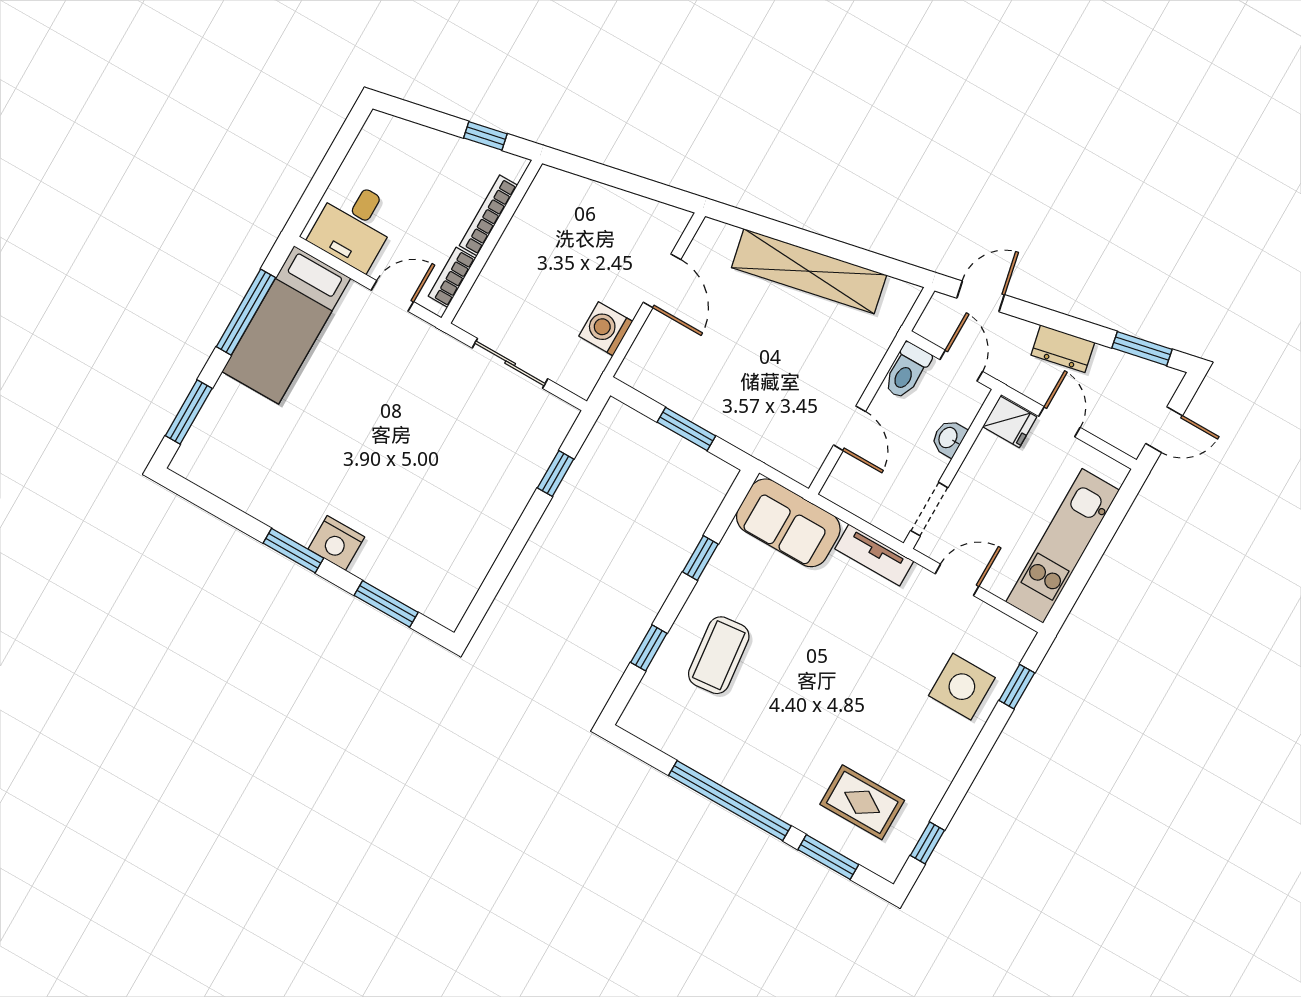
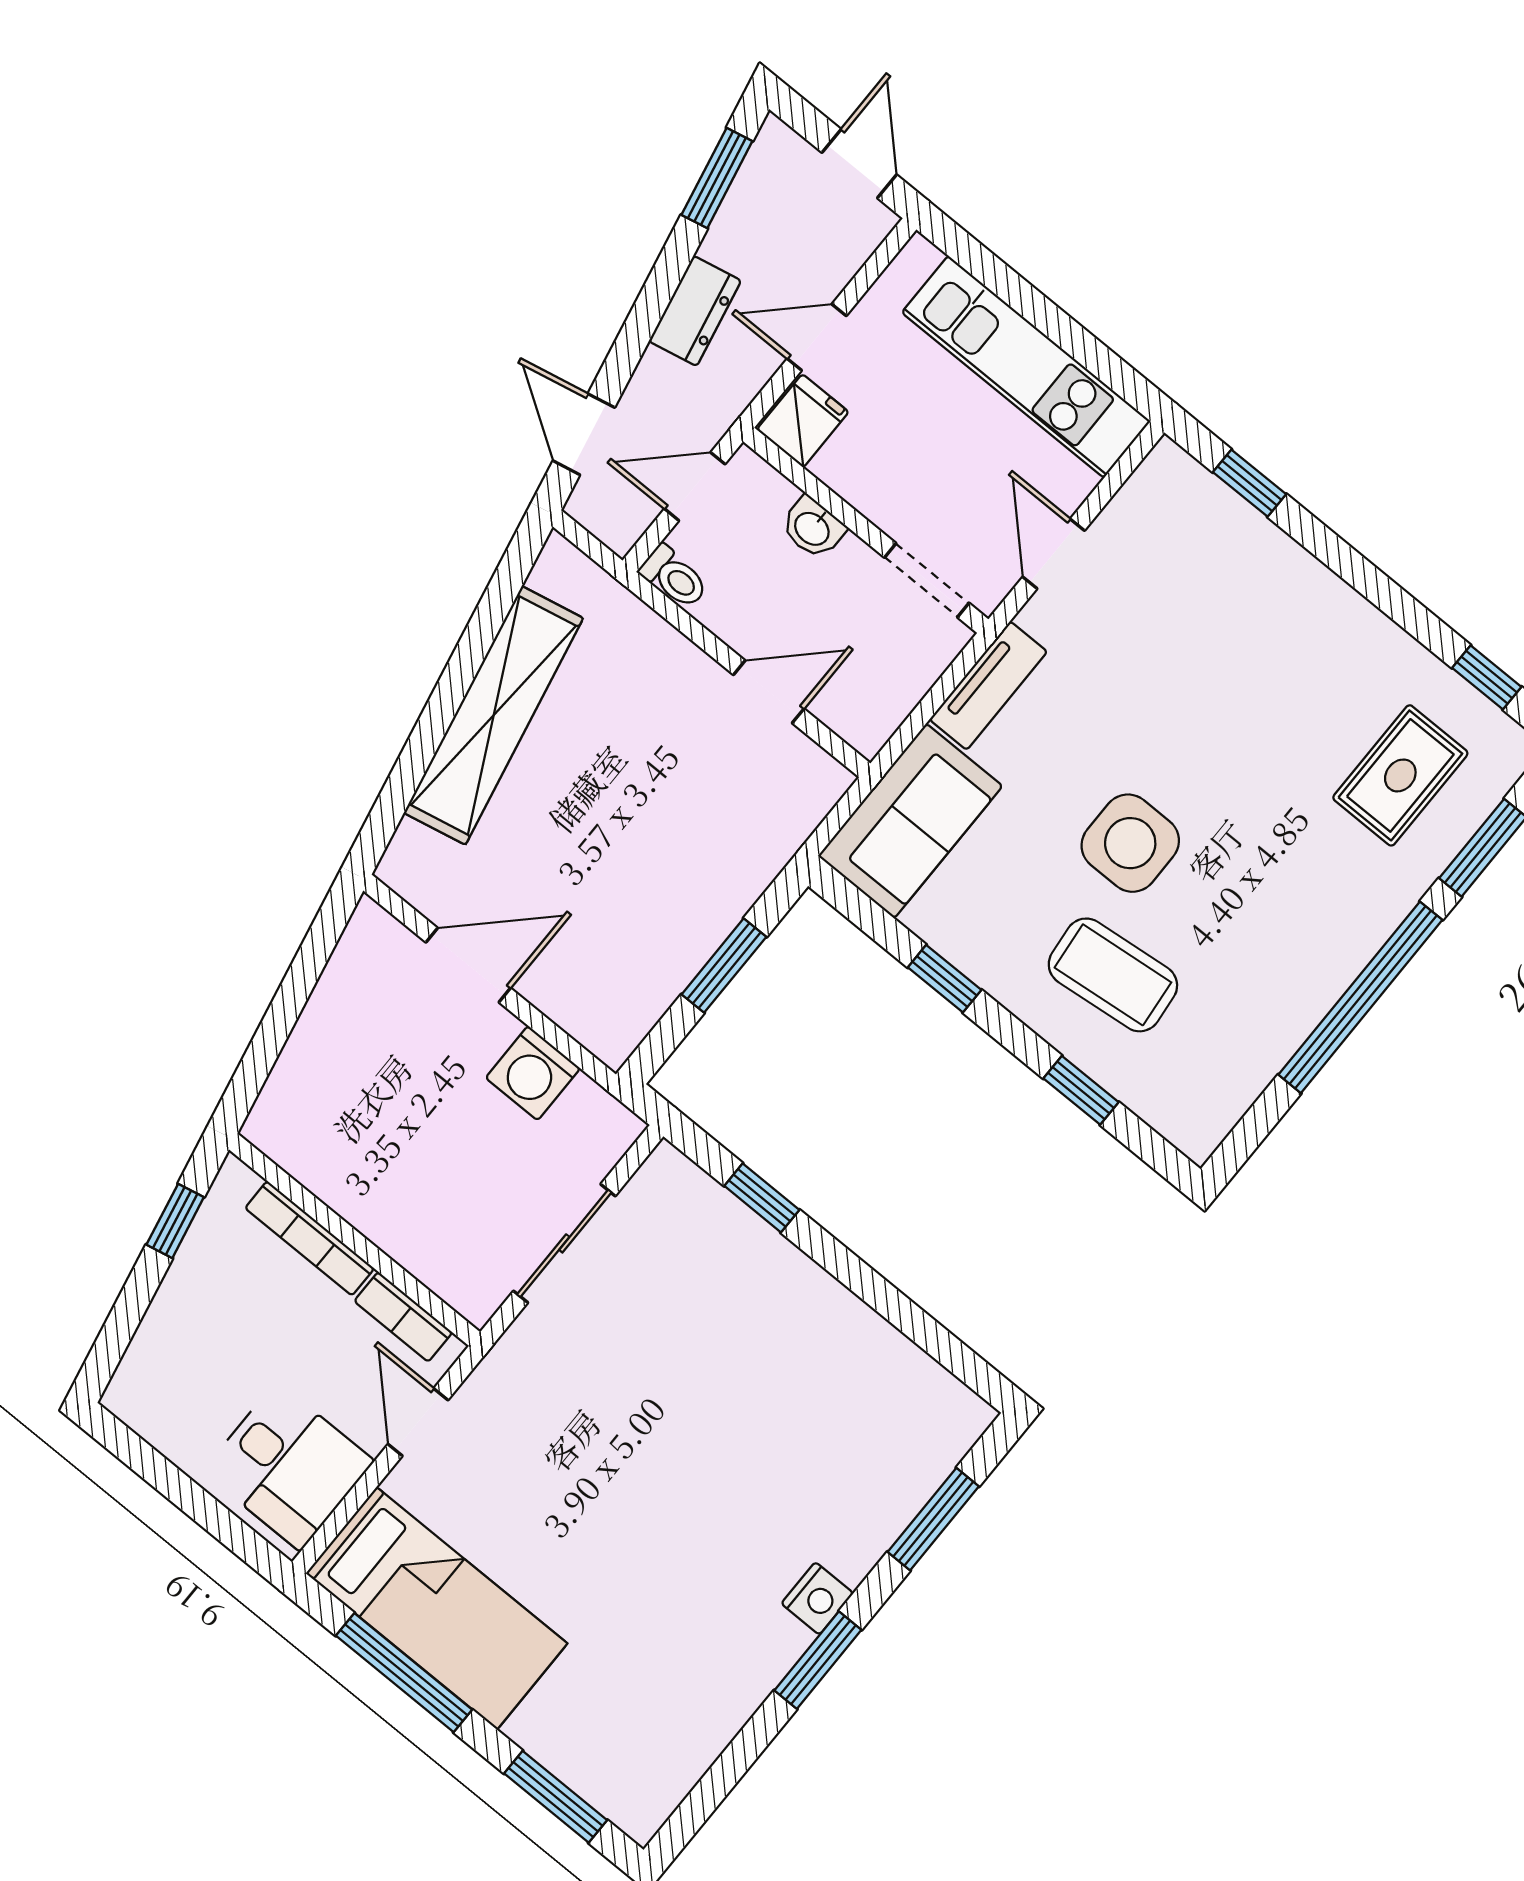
toilet: (907, 371) -> (674, 577), width x0.73, depth x0.72
nightstand: (336, 543) -> (817, 1598), width x0.74, depth x0.75
side table: (962, 687) -> (1130, 843), moved

